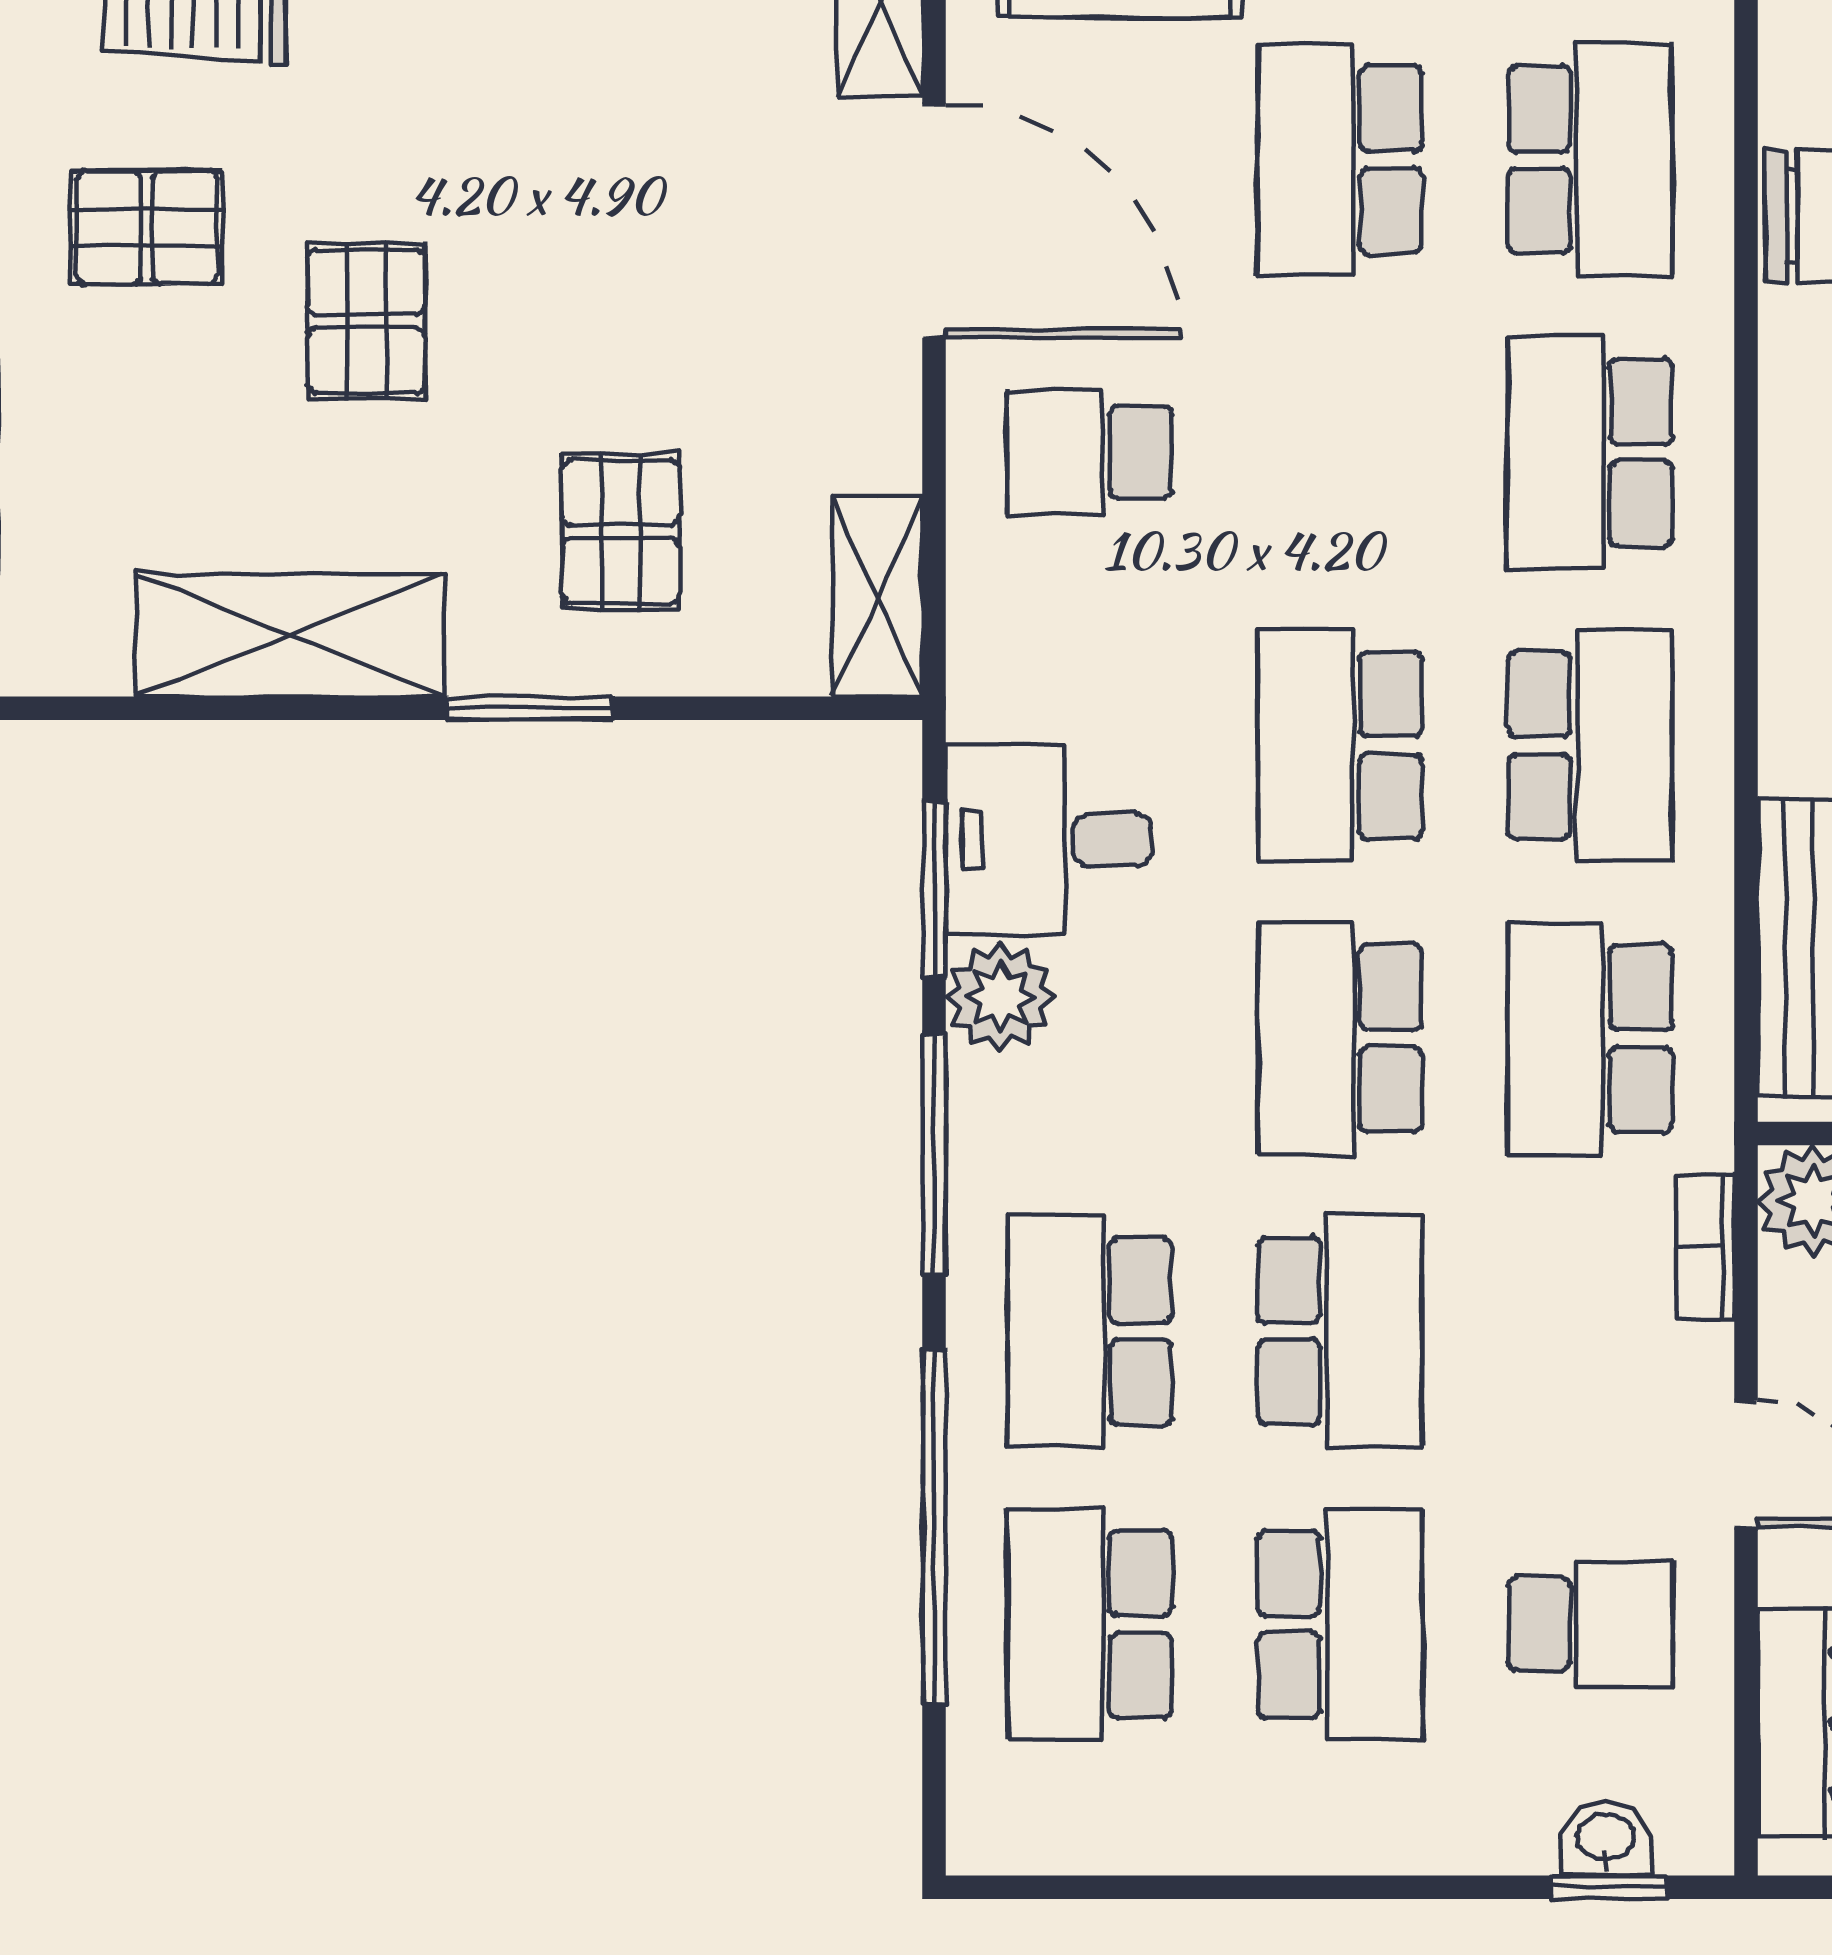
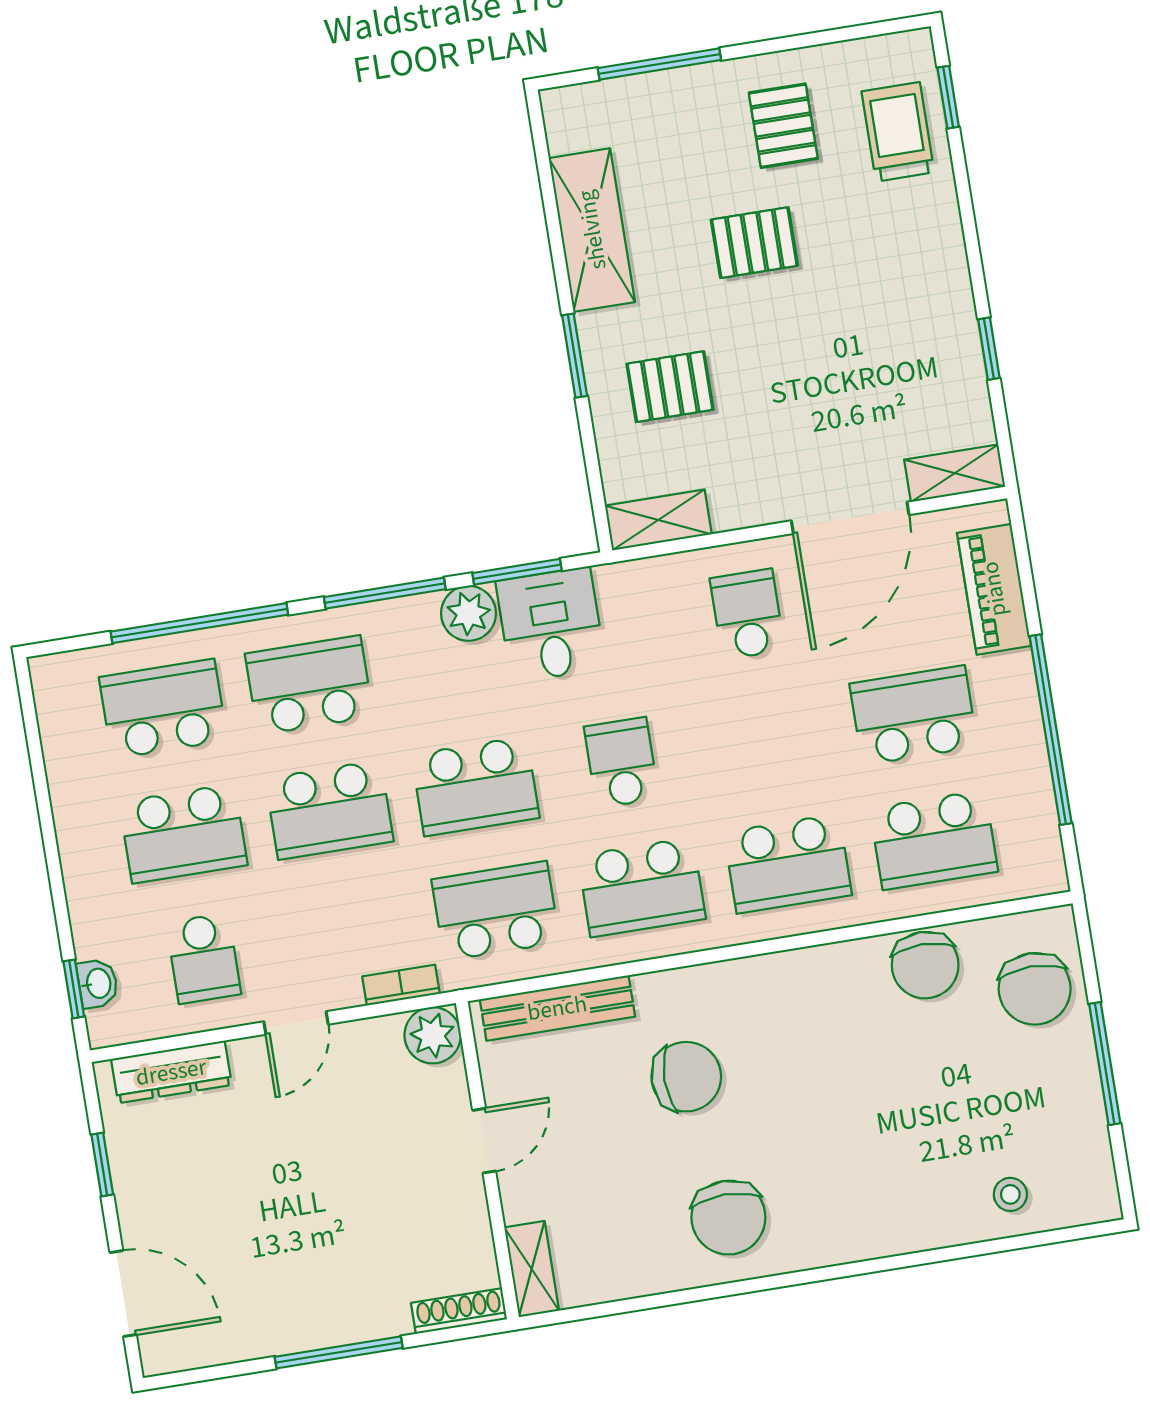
school desk: (1590, 452) -> (788, 864), turned 180
school desk: (1340, 745) -> (621, 763), width x0.54
school desk: (1340, 1038) -> (475, 786), turned 180

